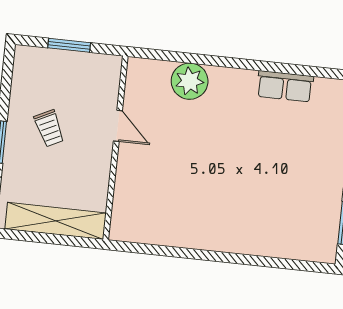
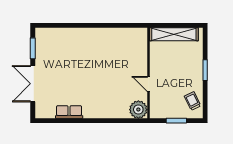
plant: (190, 81) -> (138, 110), moved
trolley: (49, 128) -> (193, 101), moved

